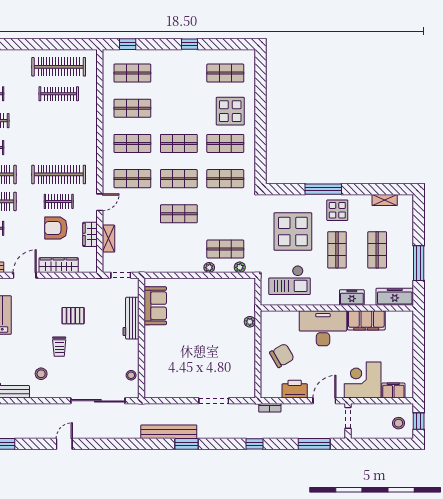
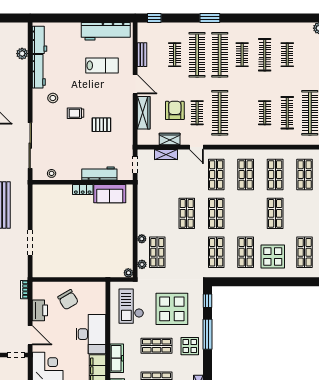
clothes rail: (59, 121) -> (265, 113), added
shop shelf: (179, 143) -> (275, 213), moved
window: (283, 189) -> (207, 301), added
freezer: (352, 297) -> (117, 358), width x1.40
pallet: (73, 316) -> (101, 125), turned 90
plant: (250, 322) -> (128, 273), moved
locker: (150, 338) -> (83, 190), added

